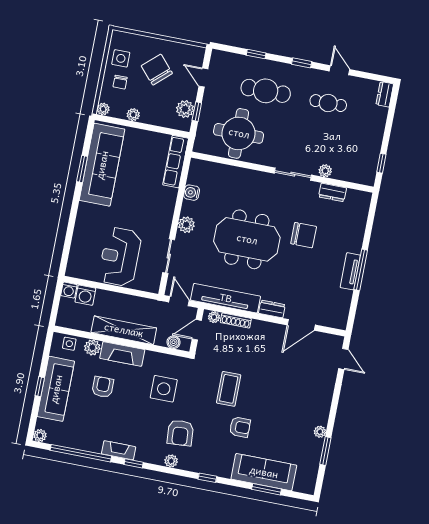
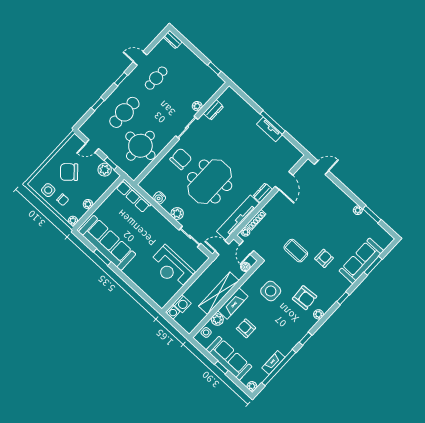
chair: (304, 235) -> (181, 159), moved
fireplace: (119, 450) -> (273, 363), moved

